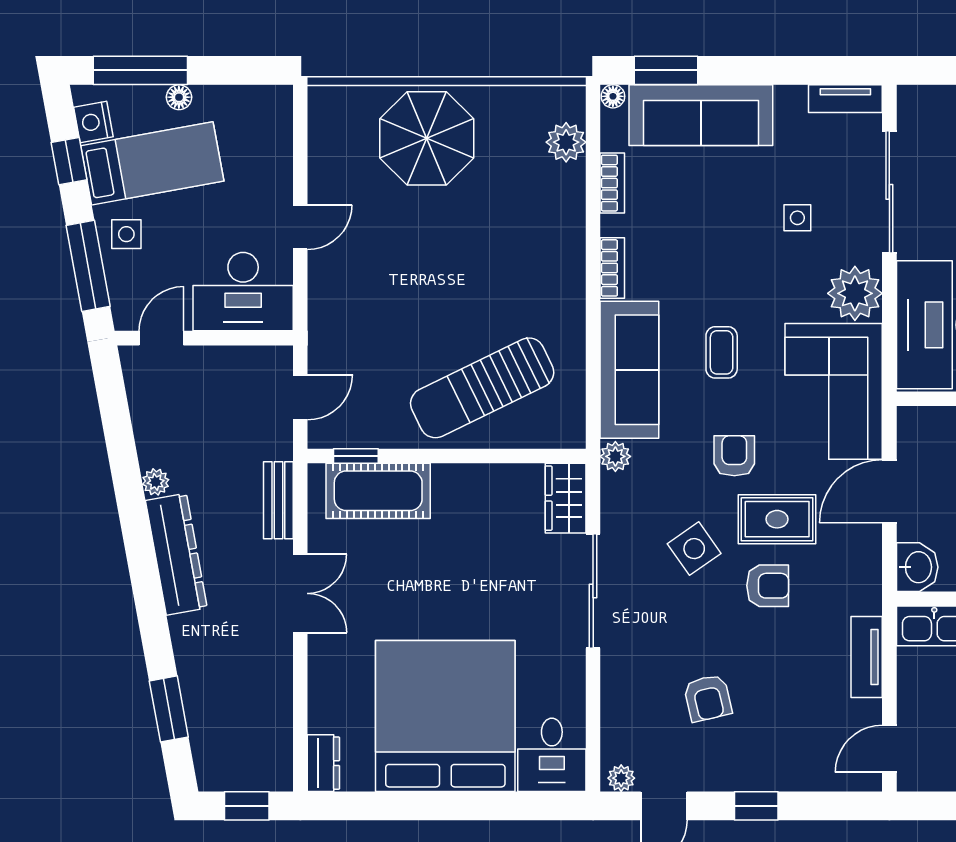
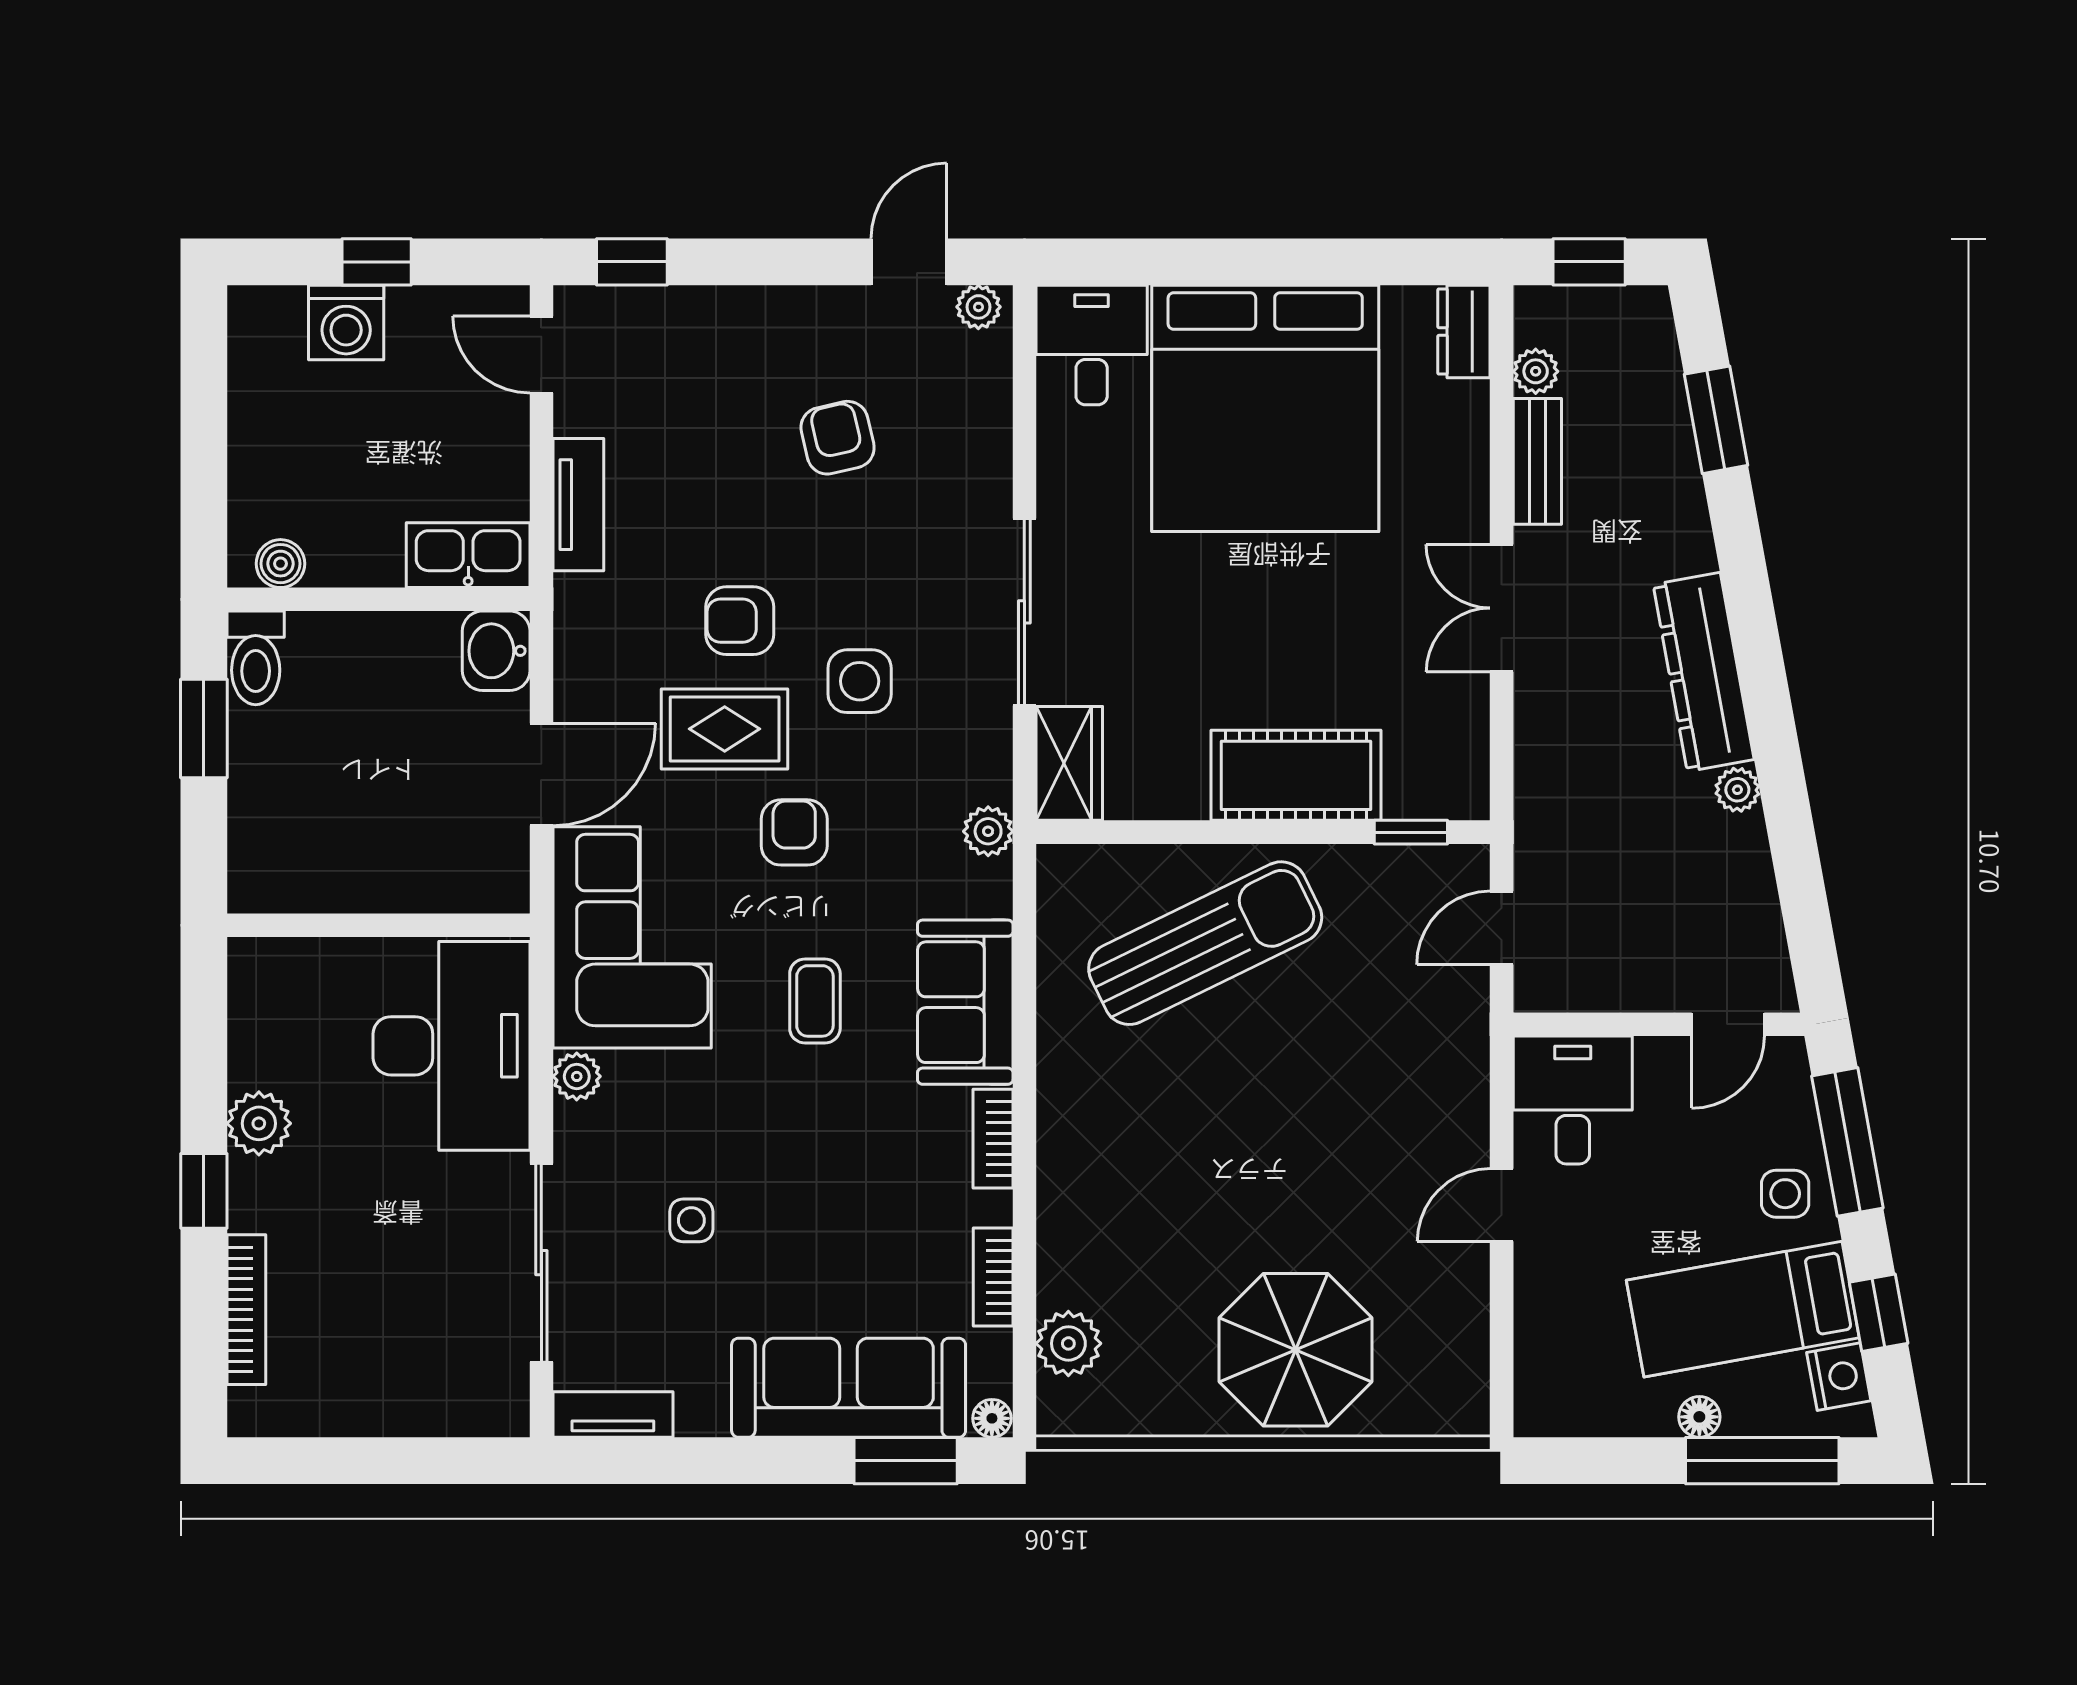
desk: (243, 292) -> (1573, 1100), width x0.73
plant: (855, 293) -> (577, 1076), width x0.53, depth x0.53
sofa: (629, 370) -> (965, 1002), width x0.73
armchair: (734, 456) -> (794, 832), turned 180
cot: (378, 491) -> (1296, 775), moved
bench: (278, 500) -> (1537, 461), moved
side table: (694, 549) -> (860, 681), turned 35
plant: (279, 739) -> (1536, 371), added
door: (889, 749) -> (541, 355), swing flipped
window: (756, 806) -> (632, 262), moved

